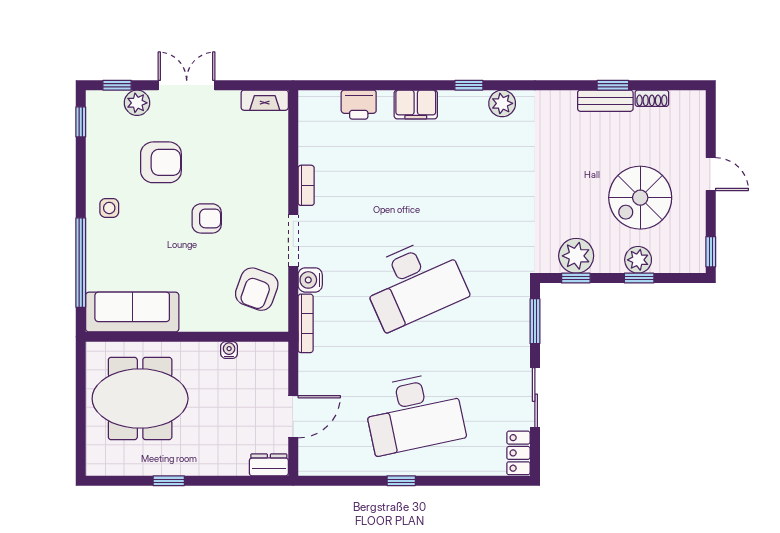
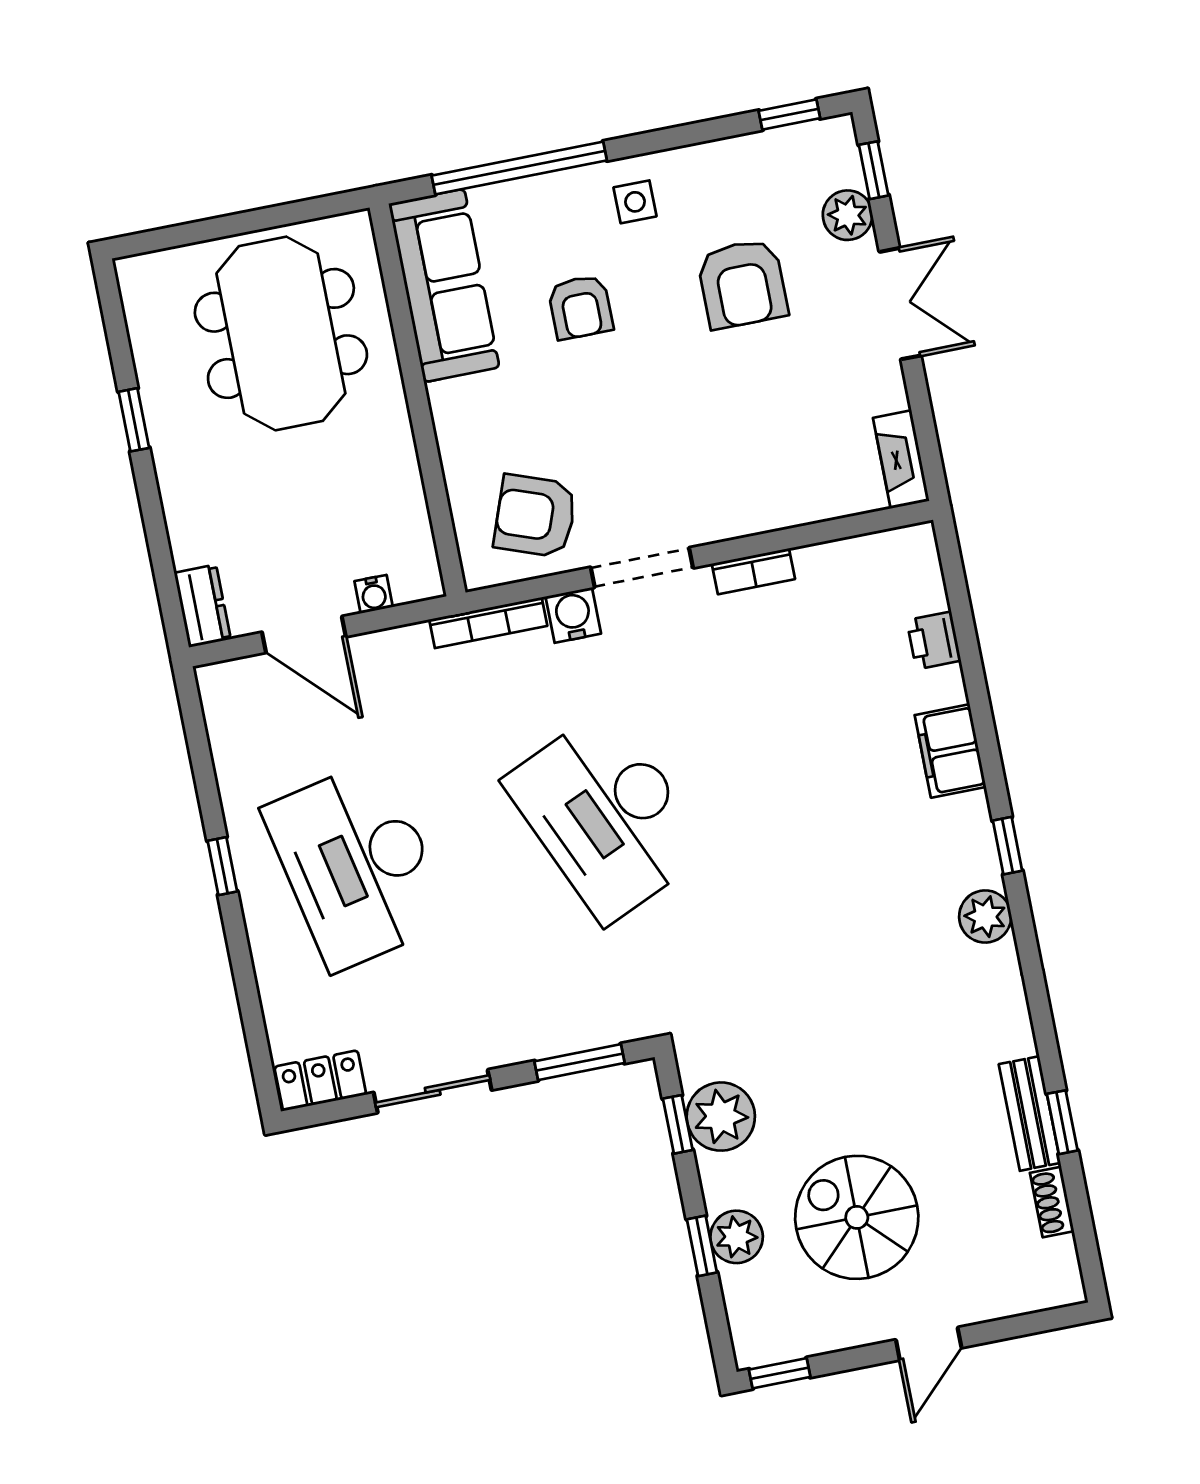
printer: (359, 105) -> (934, 640), width x0.73, depth x0.81
armchair: (207, 218) -> (580, 307), moved
water cooler: (229, 350) -> (374, 594), moved, turned 90

